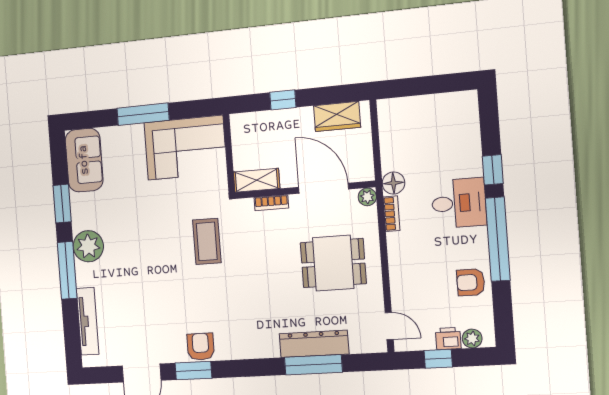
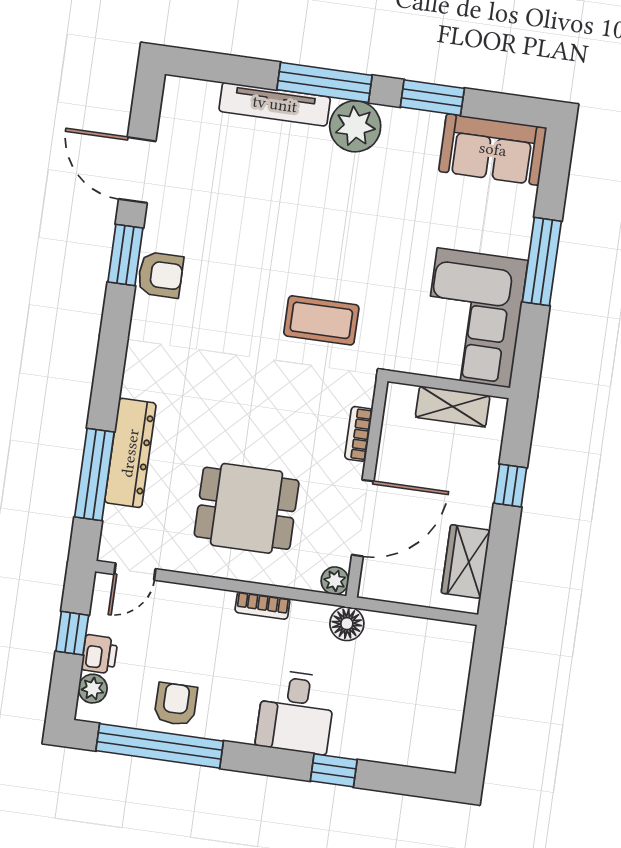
shelving: (257, 180) -> (453, 406), moved, turned 90
bookcase: (391, 214) -> (262, 605), moved
window: (498, 239) -> (160, 746), moved
dining table: (333, 263) -> (247, 508), turned 90
tv unit: (88, 321) -> (275, 104), moved
window: (313, 365) -> (94, 474), moved

